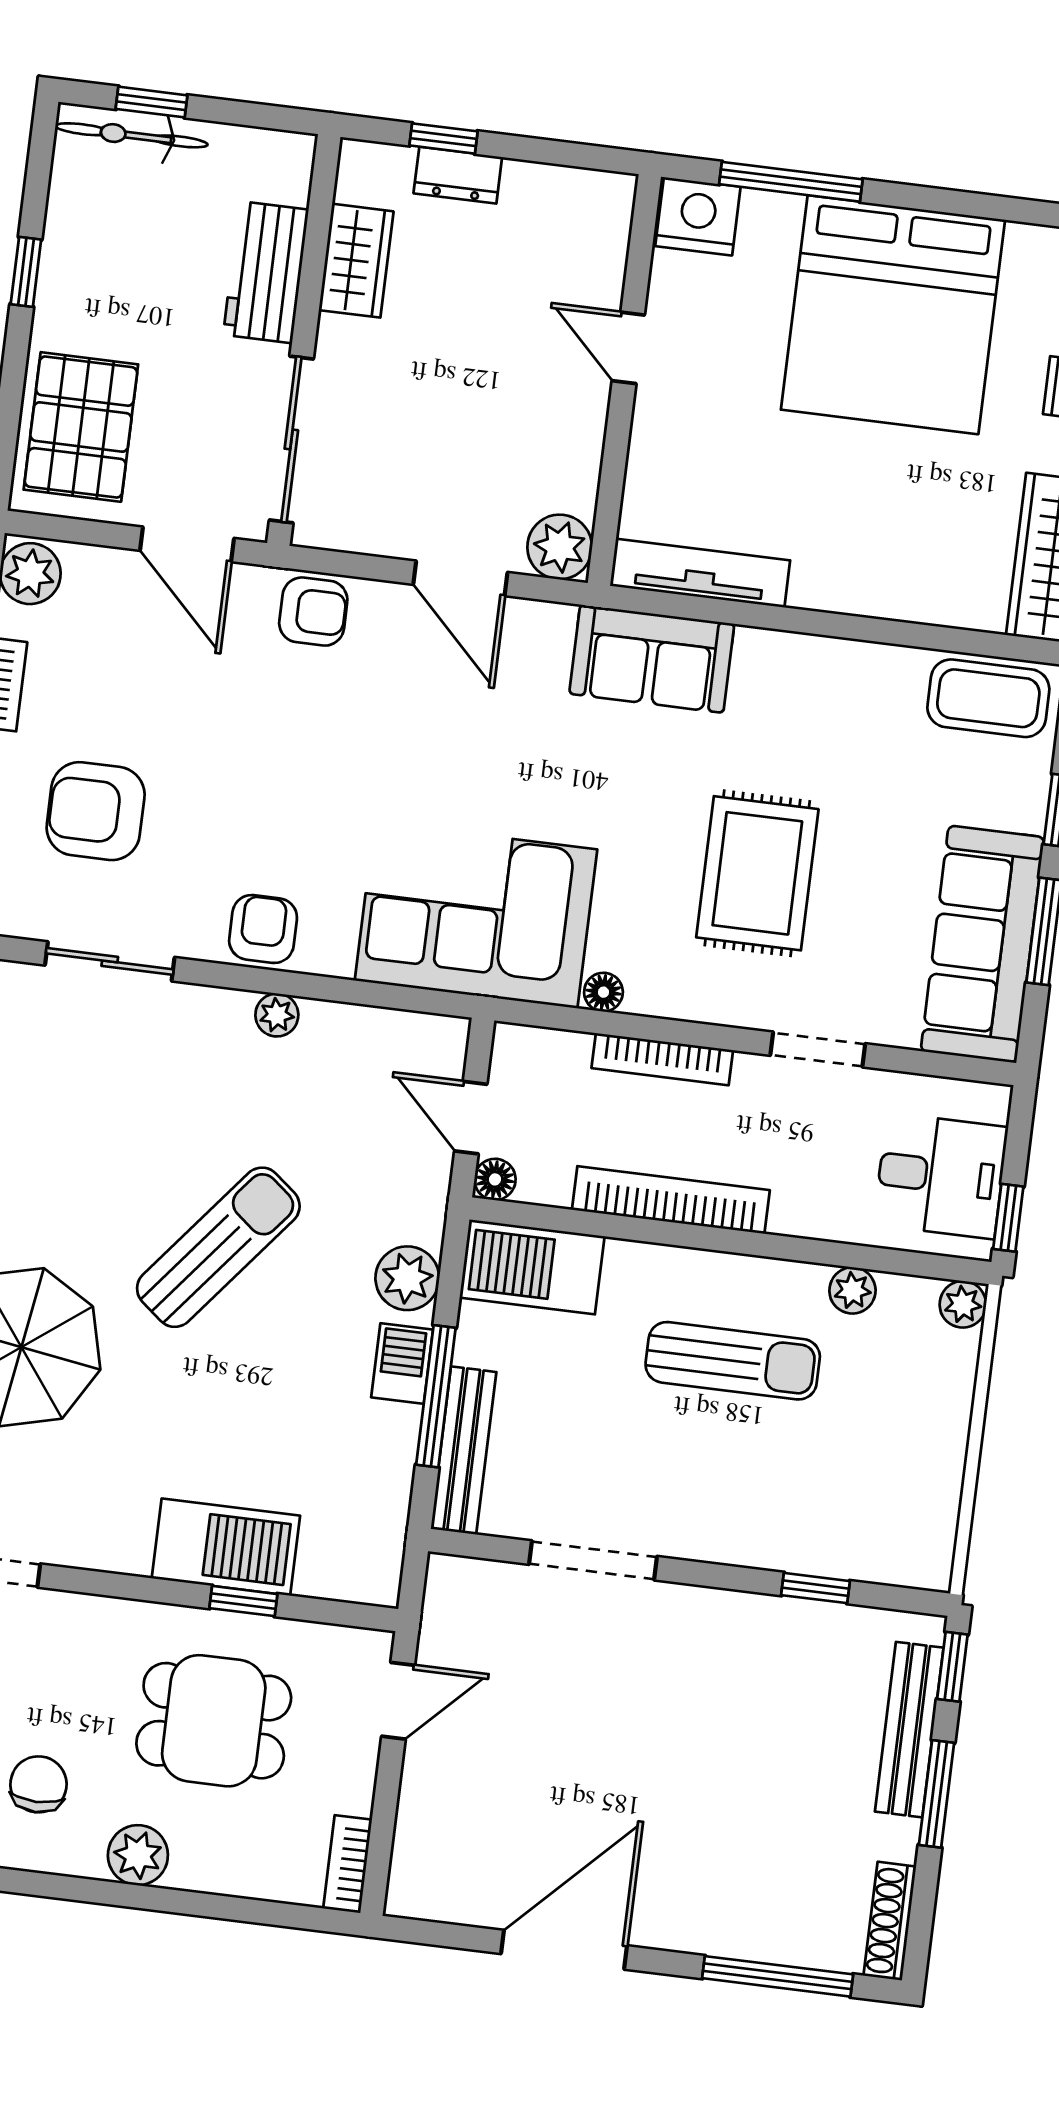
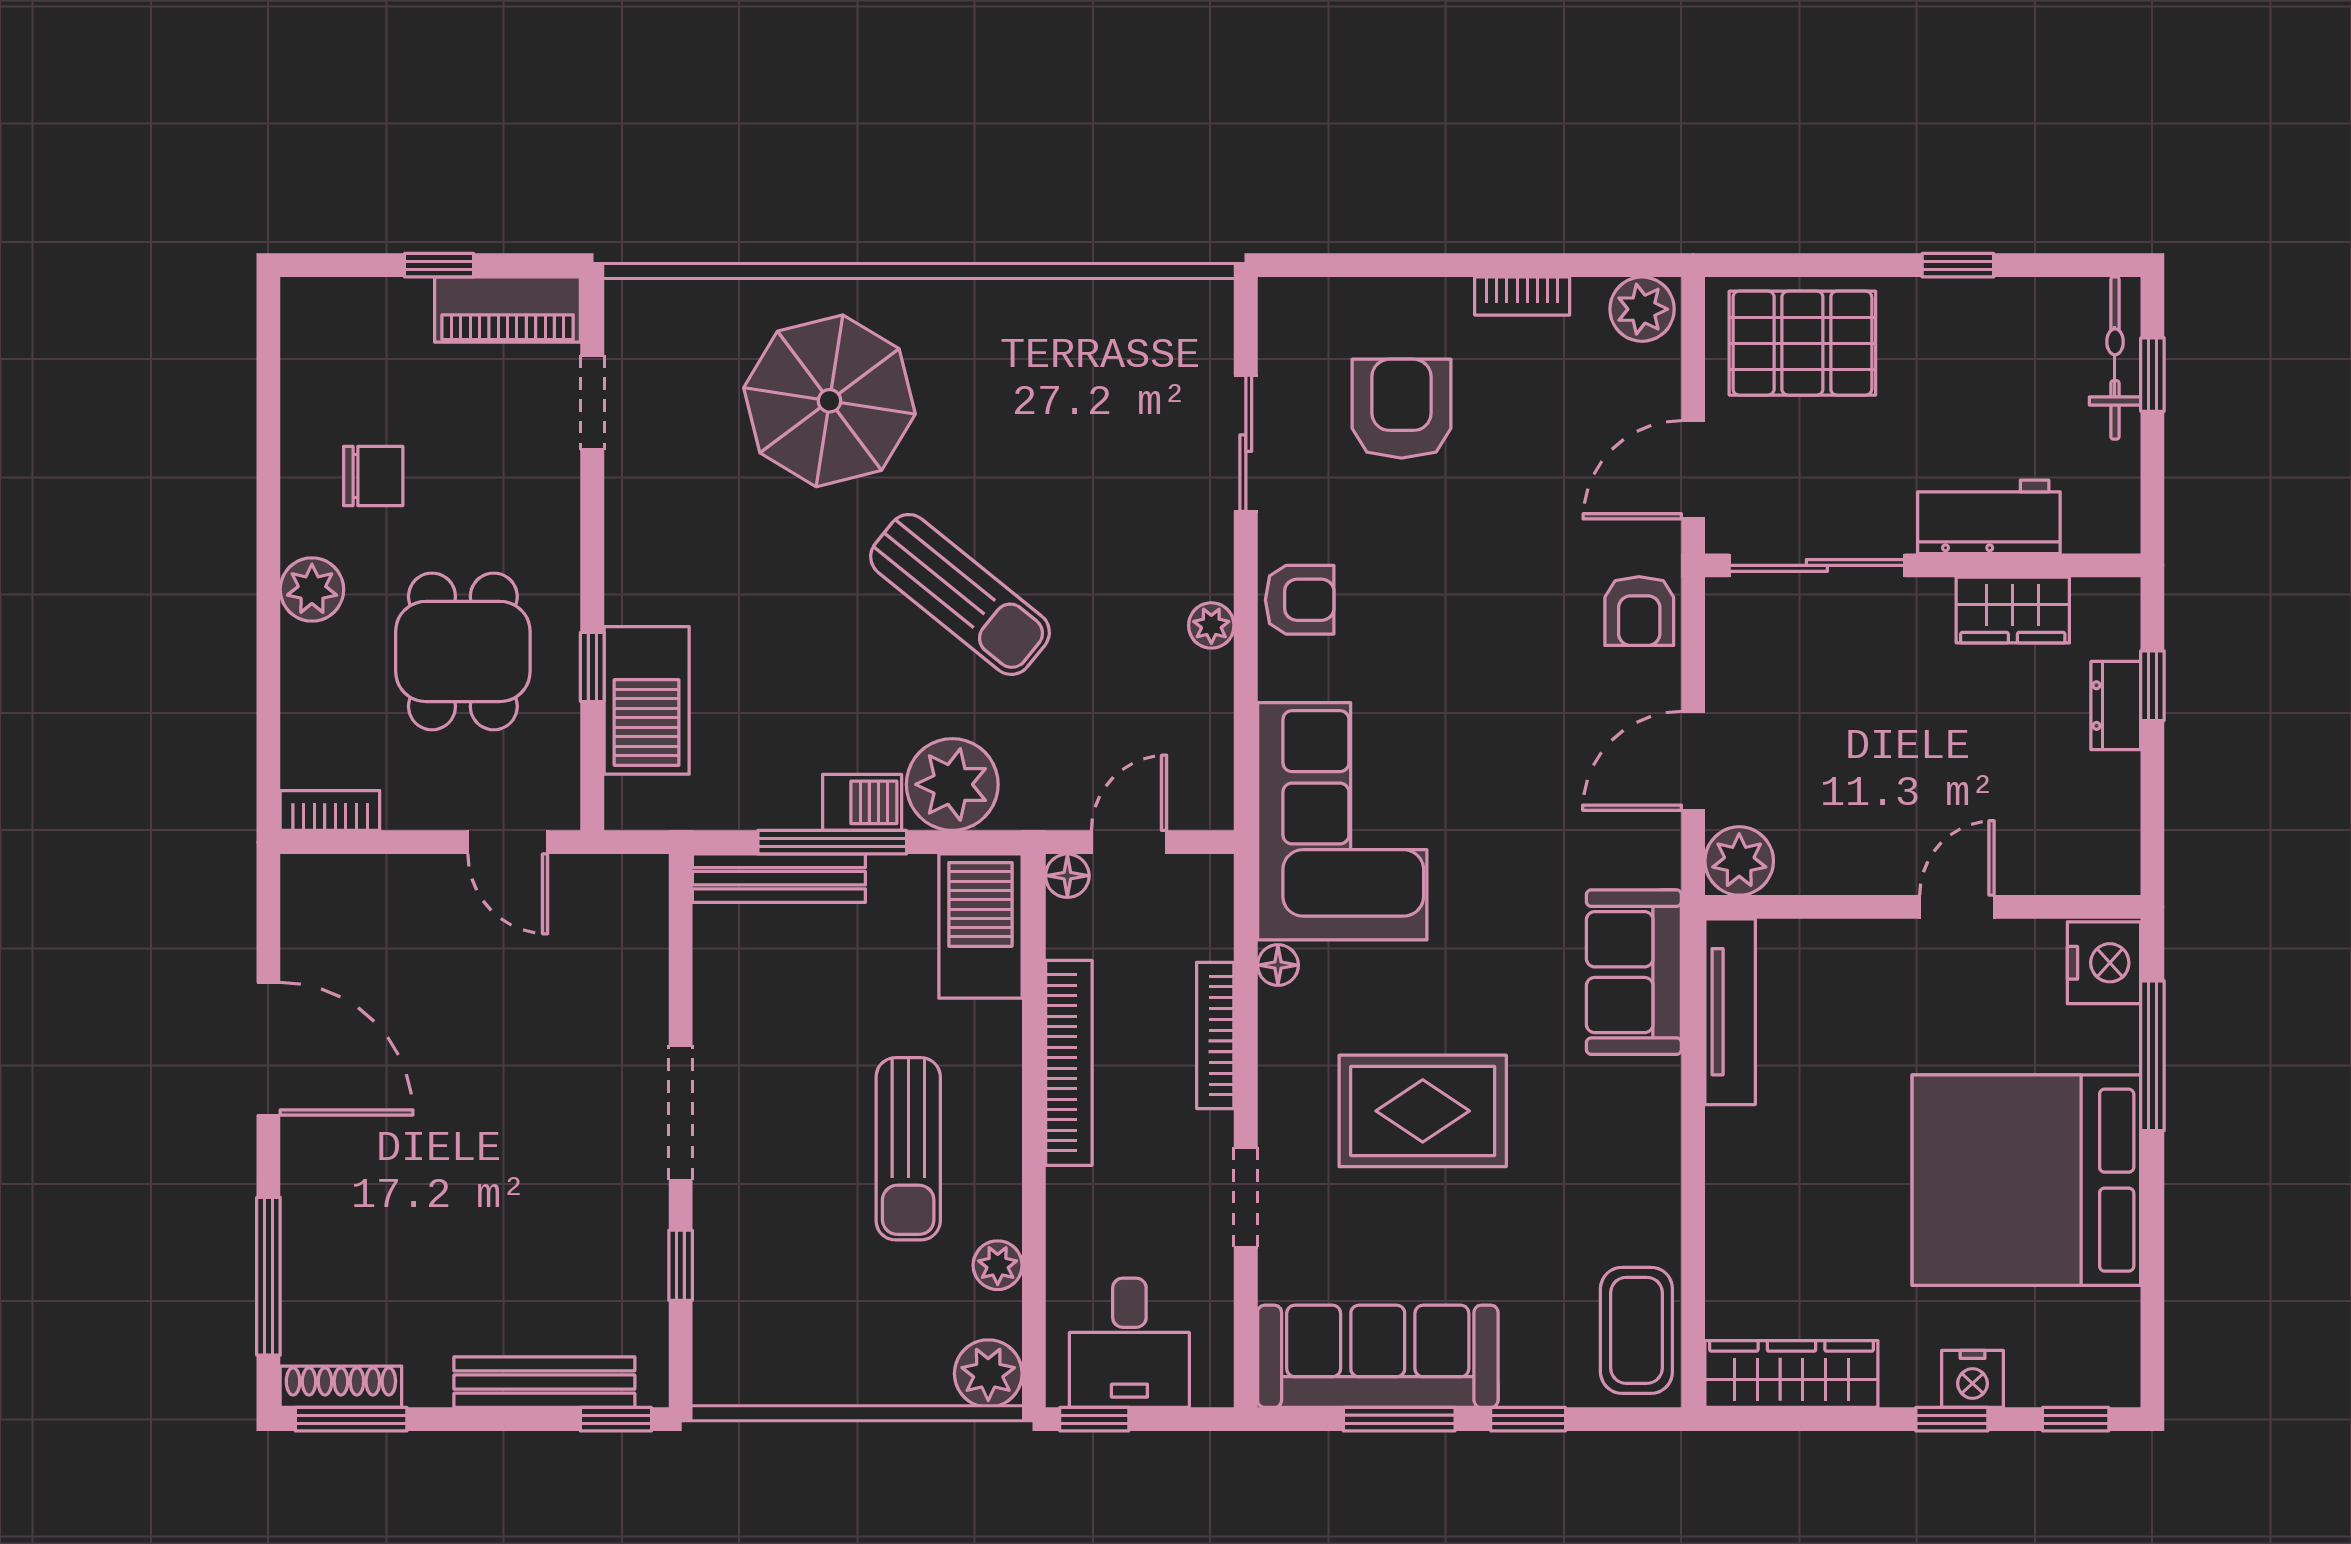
plant: (407, 1278) -> (952, 784), width x1.36, depth x1.36
plant: (963, 1304) -> (988, 1374), width x1.38, depth x1.38
barbecue: (226, 1547) -> (647, 700), moved
doorway: (593, 1560) -> (681, 1113), moved
window: (937, 1794) -> (351, 1419), moved

